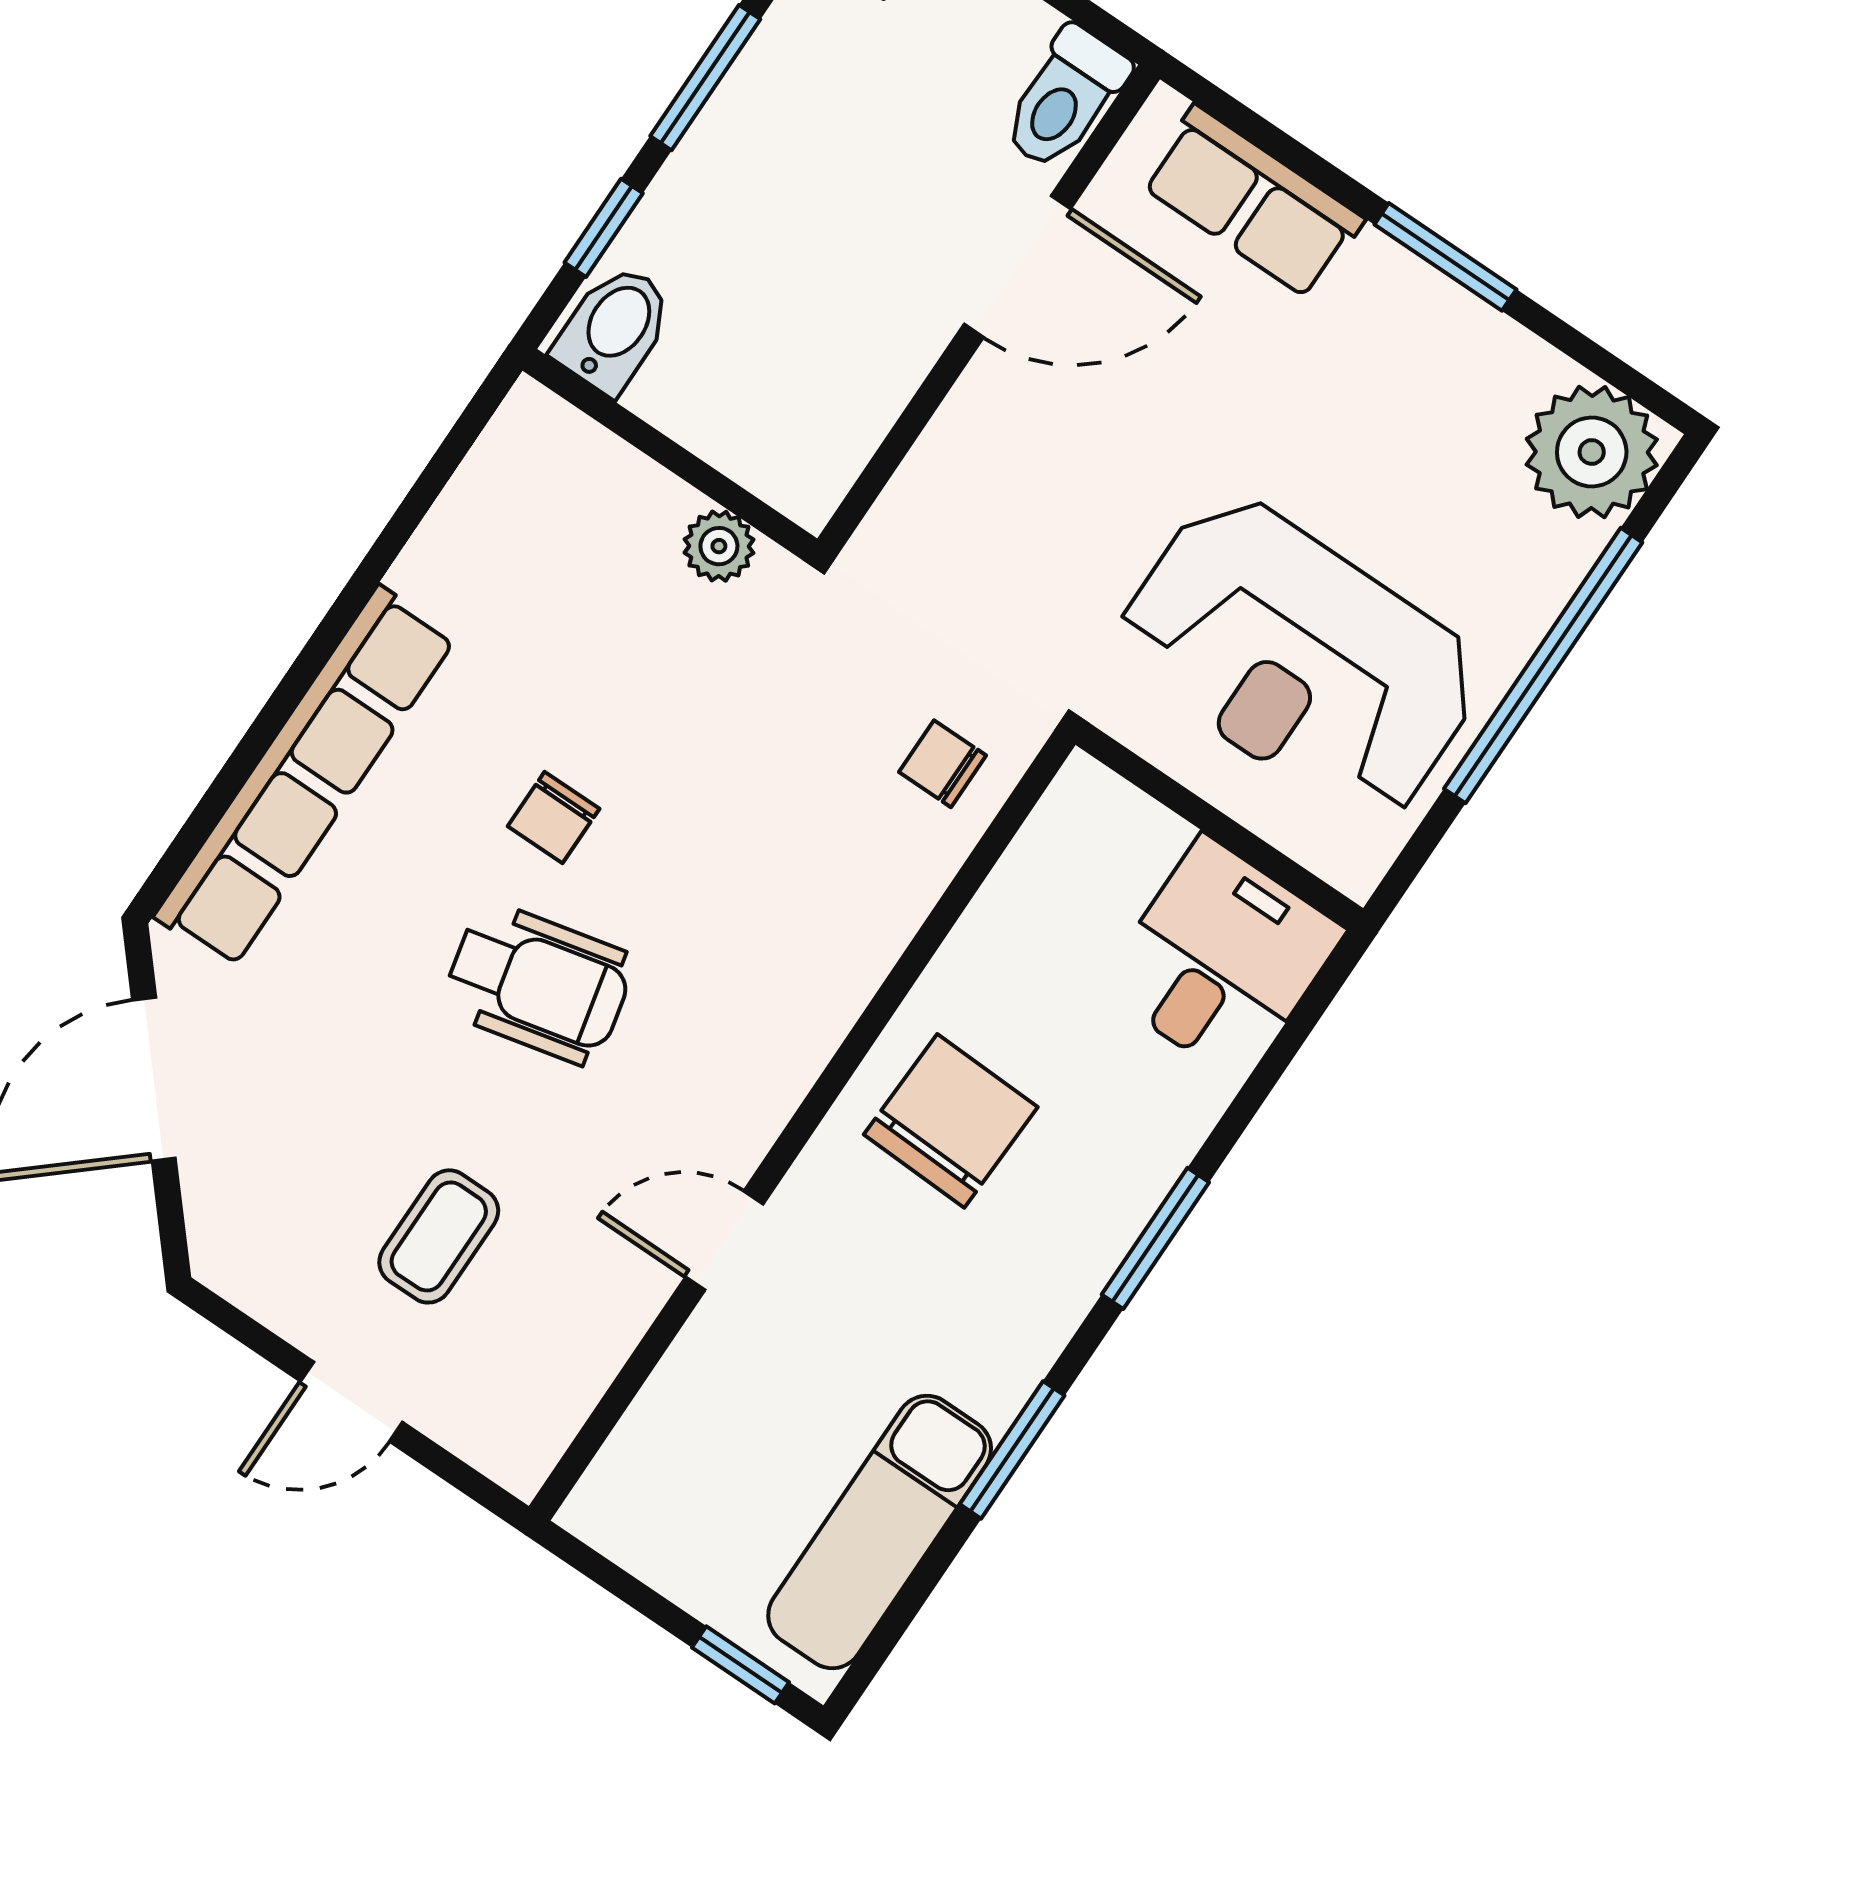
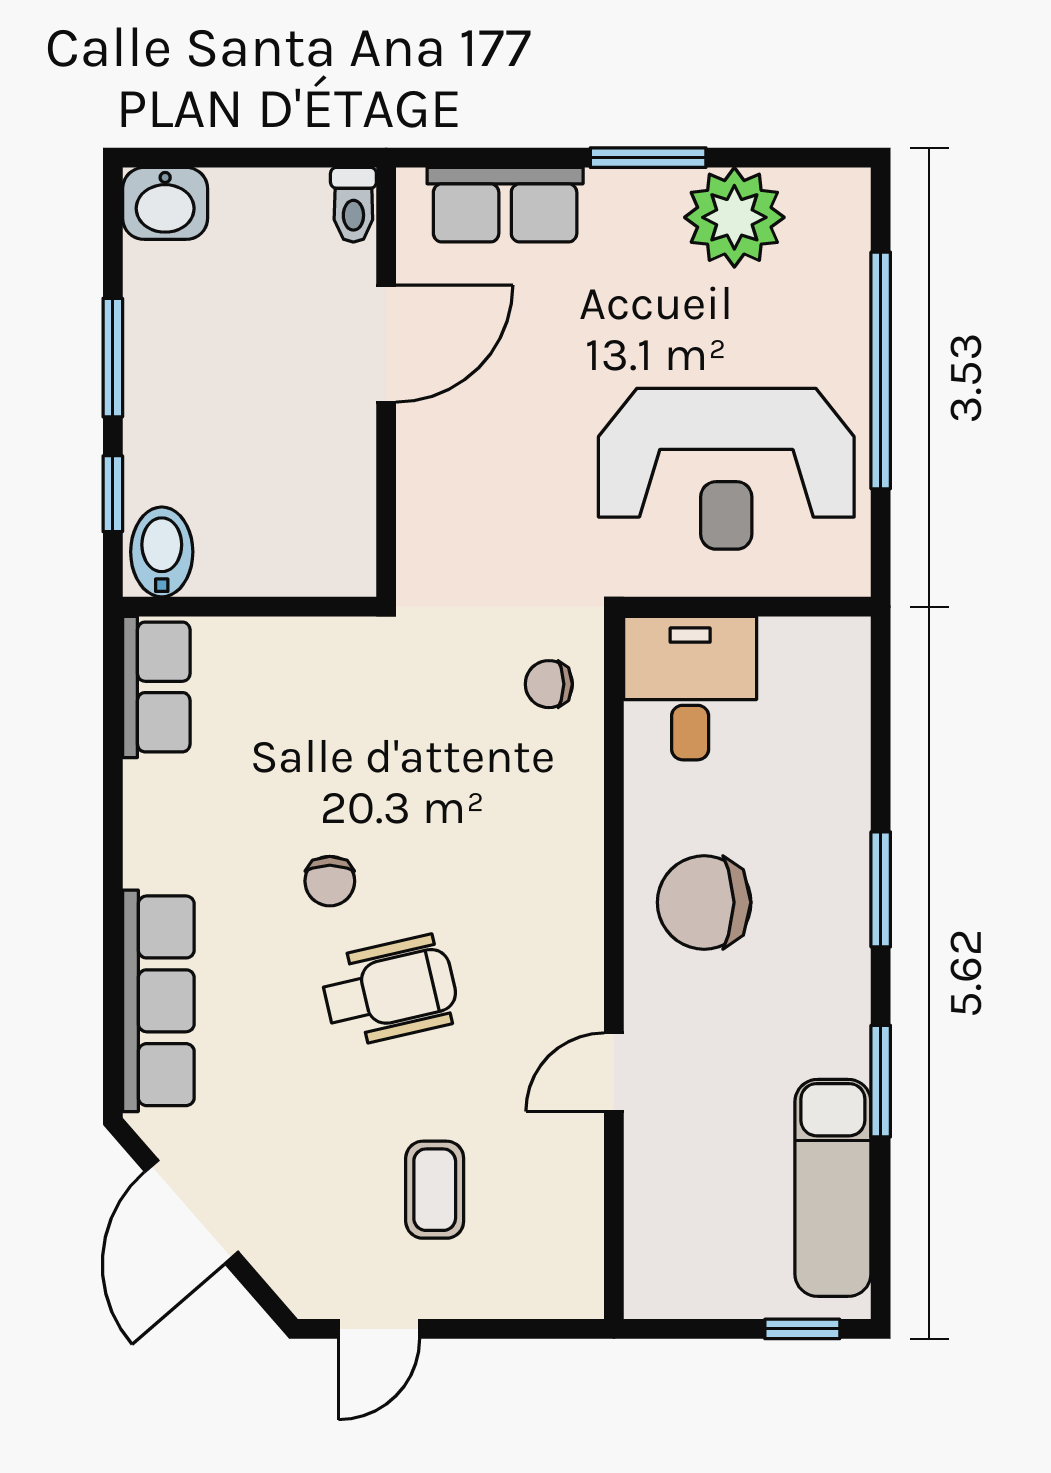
toilet: (1065, 98) -> (353, 205), width x0.73, depth x0.72
plant: (1592, 452) -> (734, 217), moved
row of seats: (507, 474) -> (156, 687), added
plant: (719, 546) -> (318, 643), removed
row of seats: (305, 777) -> (158, 1001), width x0.73
desk: (1222, 959) -> (690, 688), moved
chair: (951, 1121) -> (704, 902), turned -92
door: (351, 1402) -> (379, 1329), moved

